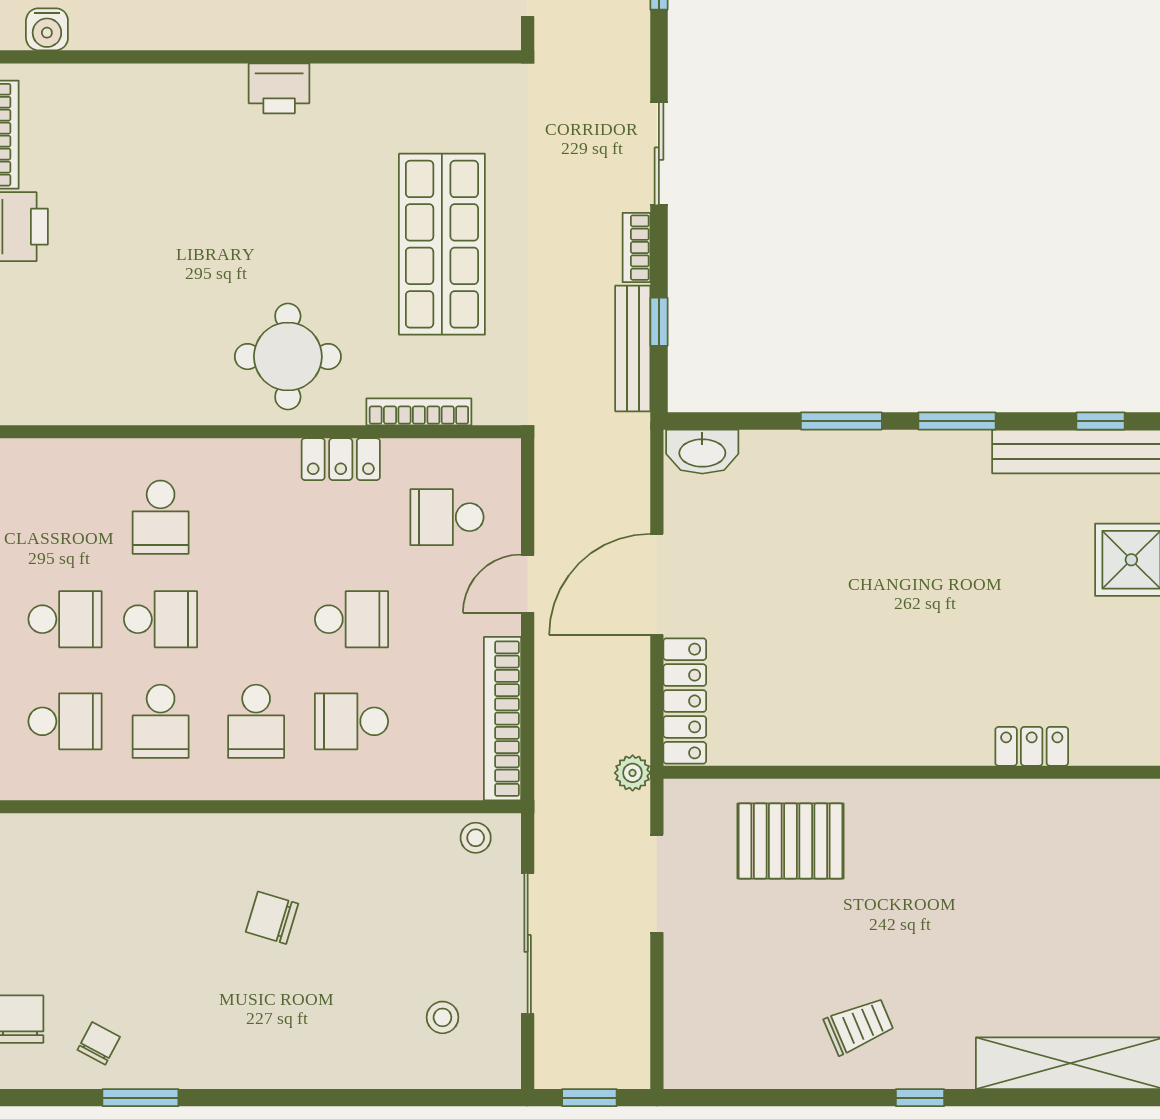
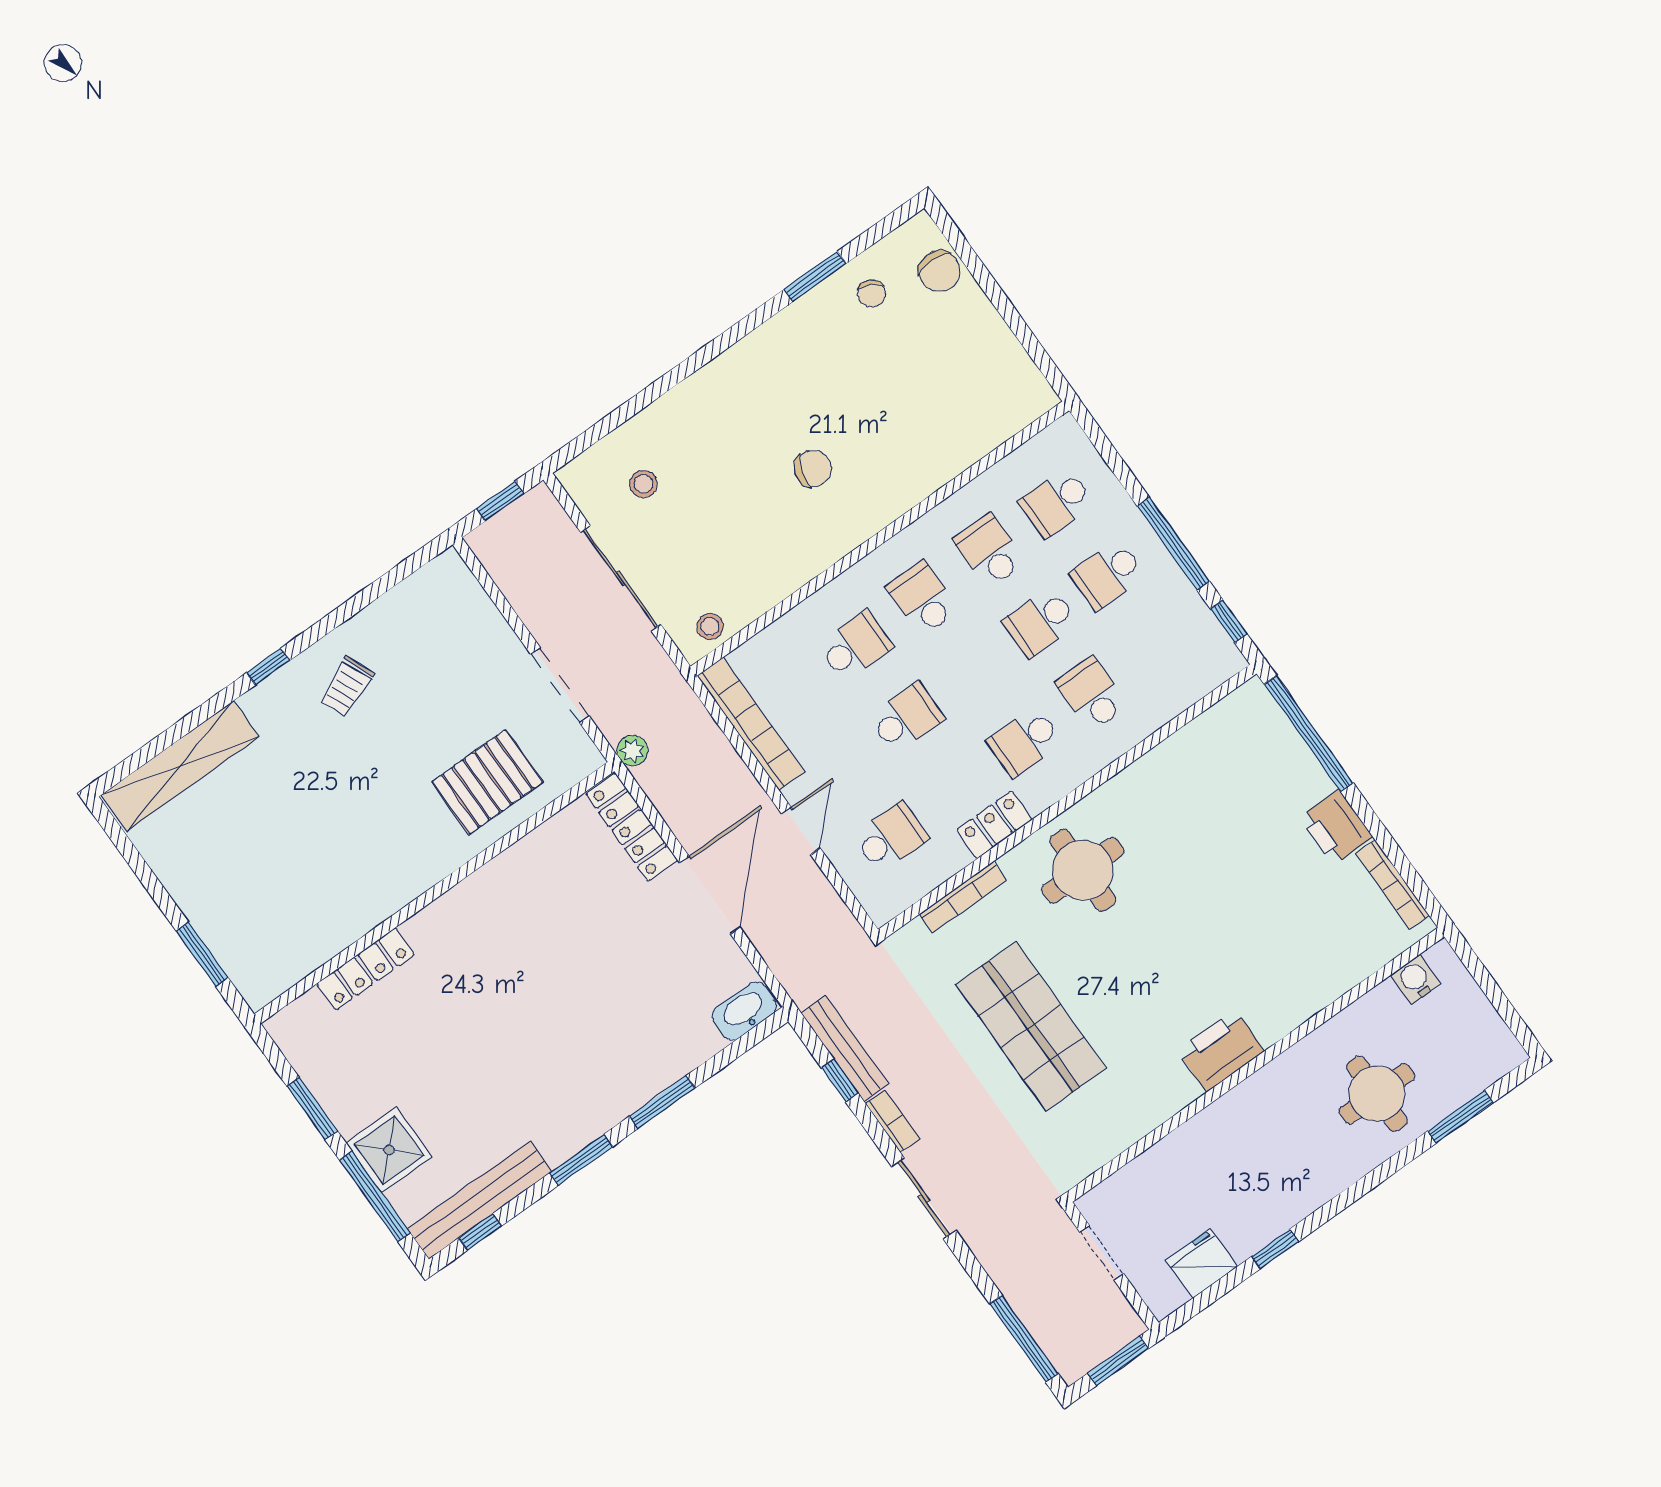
printer: (279, 88) -> (1221, 1051), width x1.37, depth x1.19
school desk: (256, 517) -> (1025, 742), added
school desk: (351, 619) -> (907, 718), turned 180
locker: (1032, 746) -> (366, 969), width x1.53

